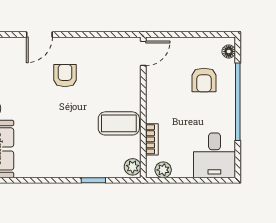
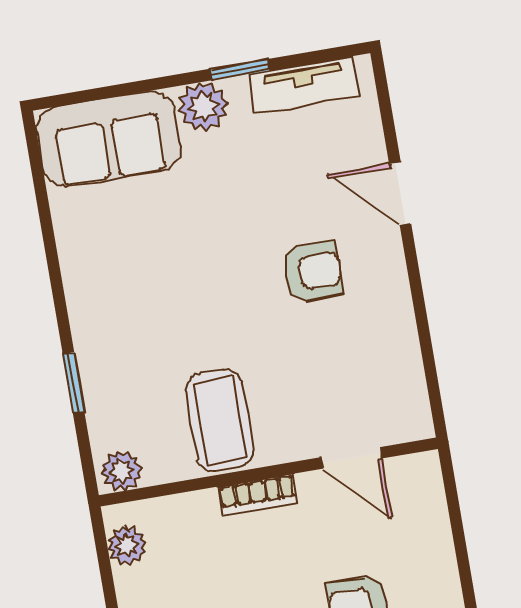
door: (143, 53) -> (352, 458), moved
bookcase: (152, 139) -> (258, 495), moved

